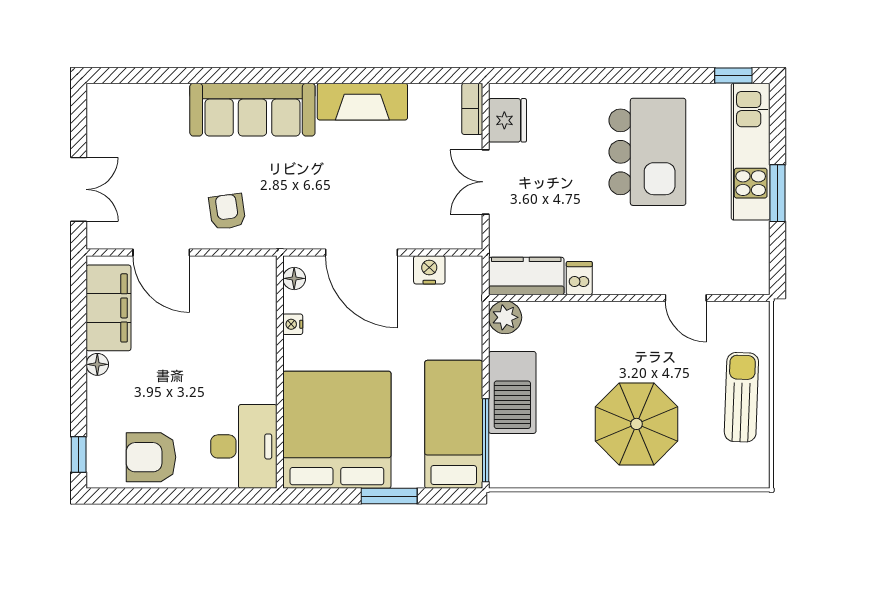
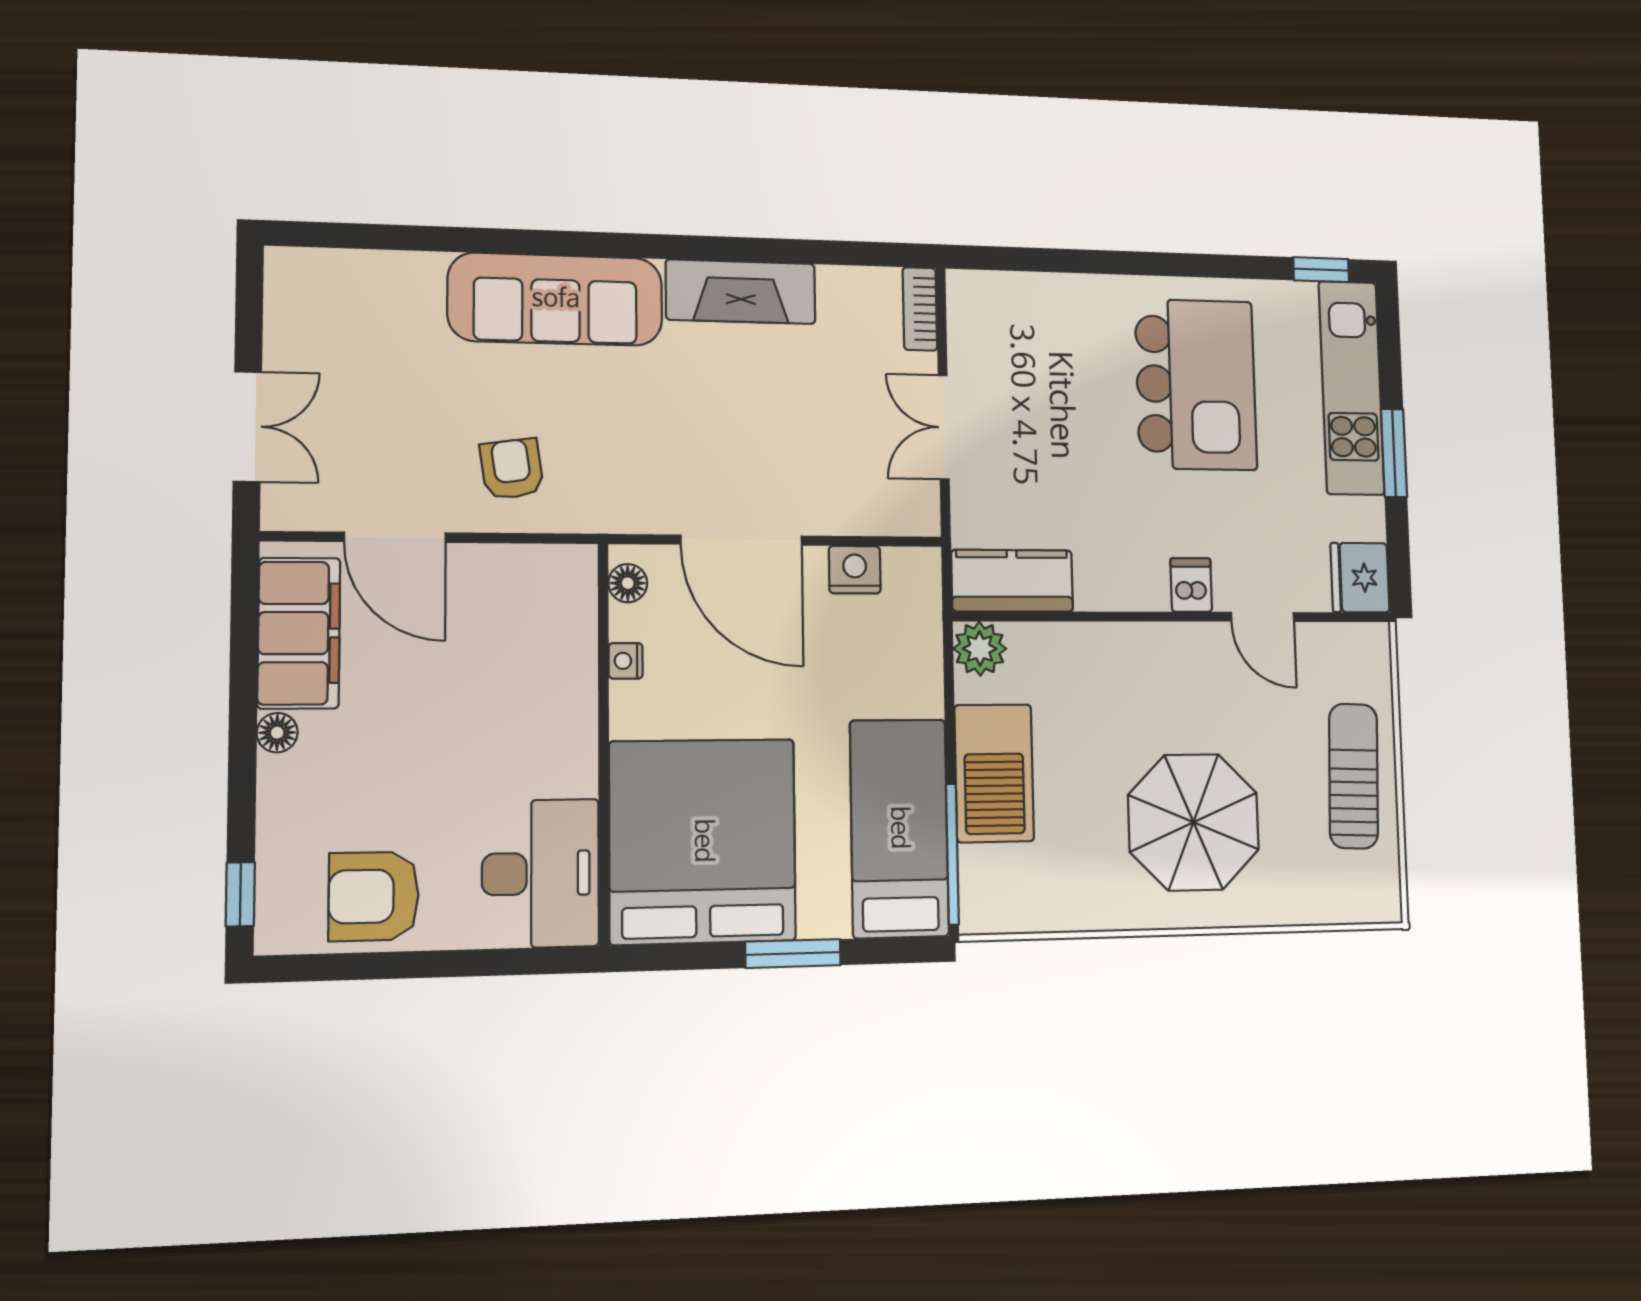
fridge: (507, 120) -> (1360, 578), moved, turned 180
dishwasher: (579, 278) -> (1191, 585), moved

